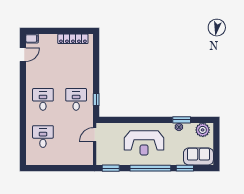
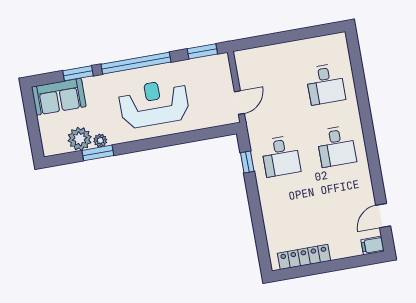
plant: (203, 130) -> (80, 139), moved

